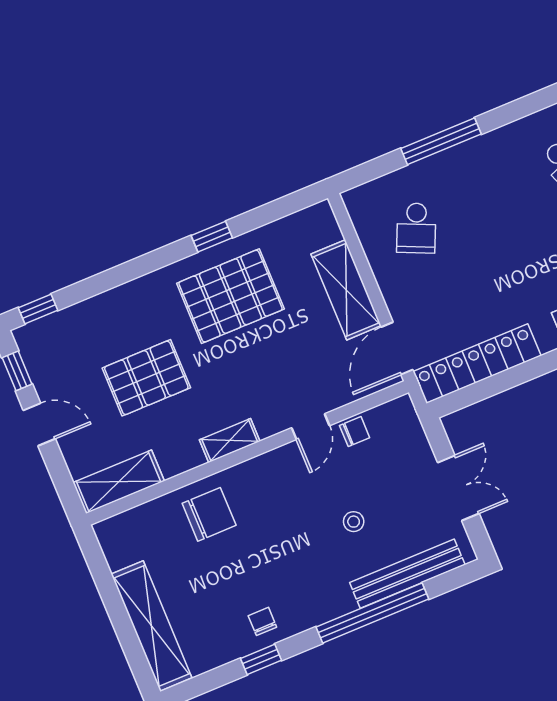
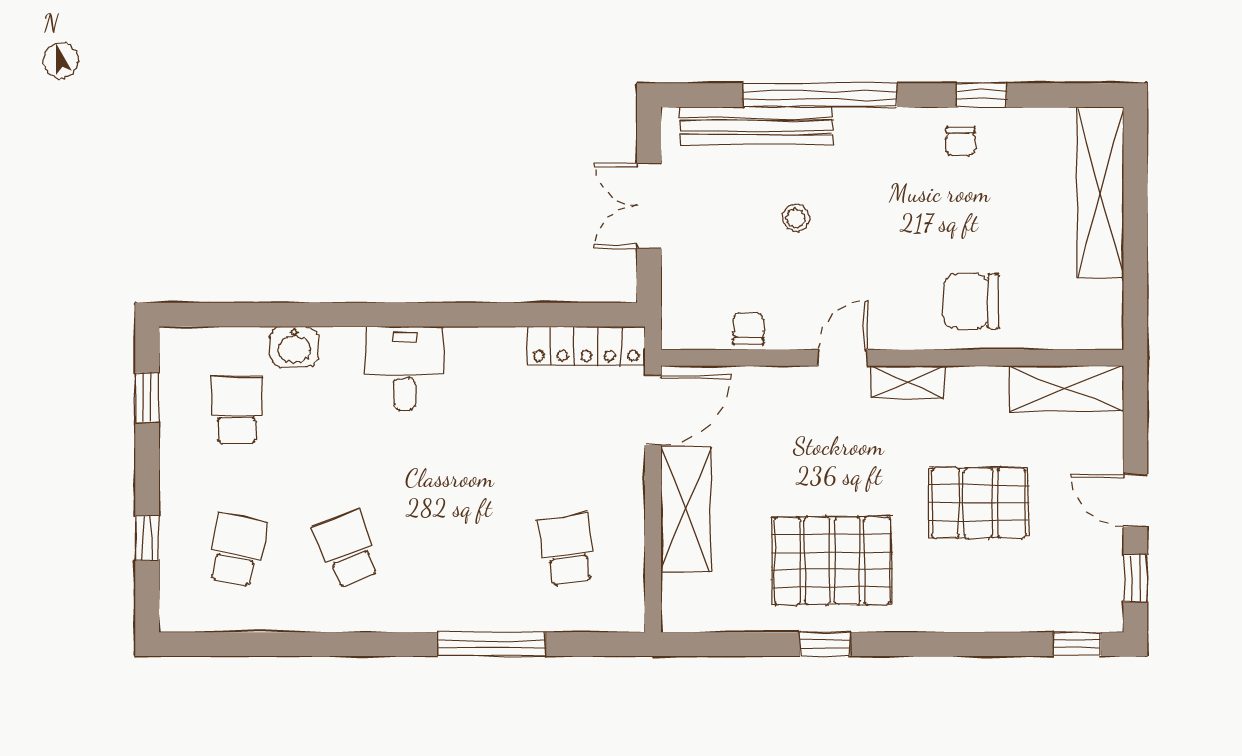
school desk: (416, 228) -> (567, 549), turned -33
locker: (477, 364) -> (586, 346), width x0.71, depth x0.83
door: (310, 427) -> (843, 358), moved
chair: (355, 432) -> (748, 329), turned 90

